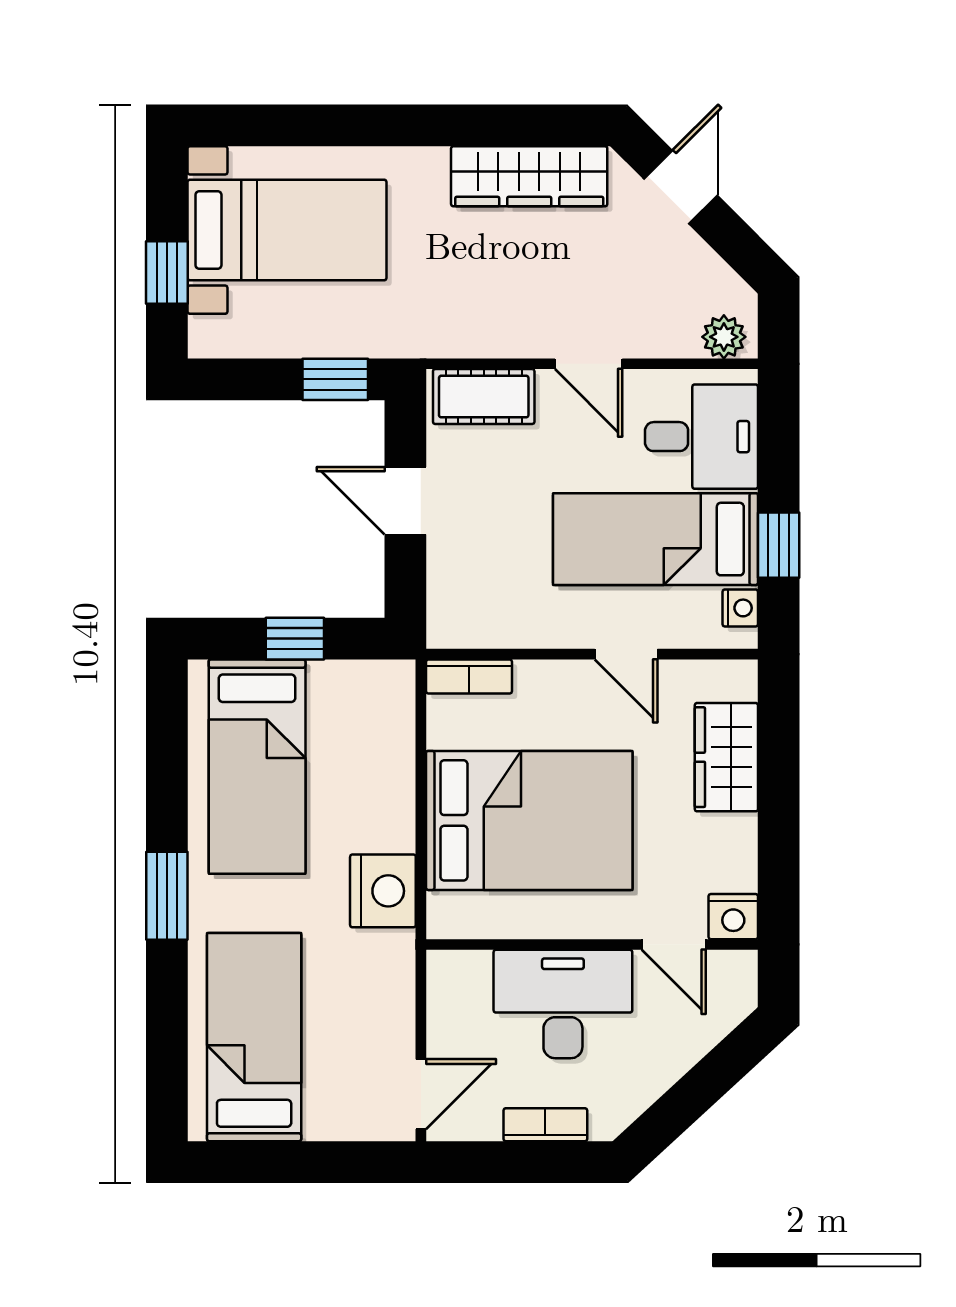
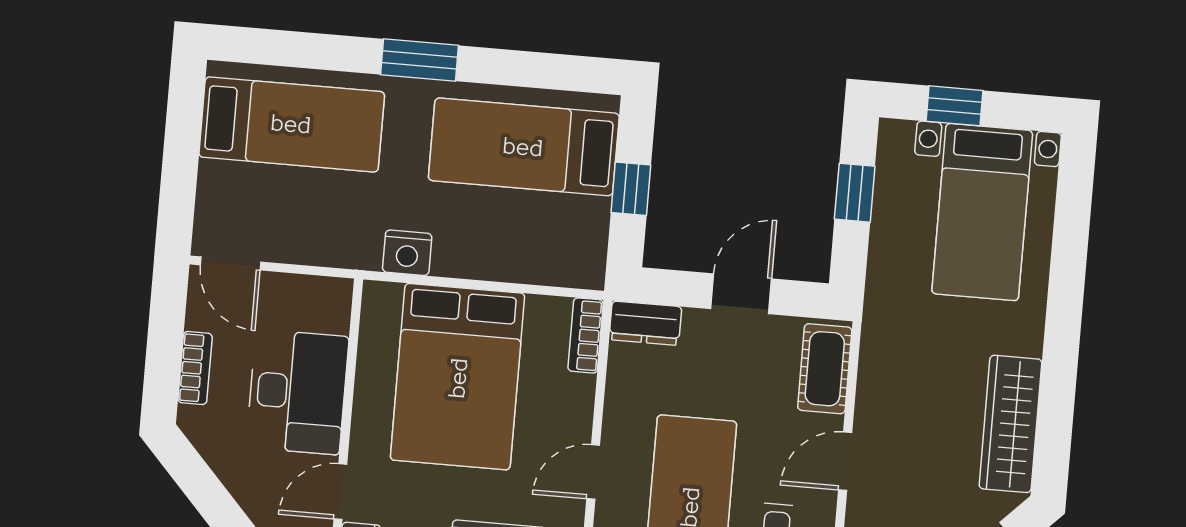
window: (335, 379) -> (855, 193), moved
dresser: (449, 608) -> (645, 323), added
nightstand: (383, 891) -> (407, 253), width x0.74, depth x0.75

